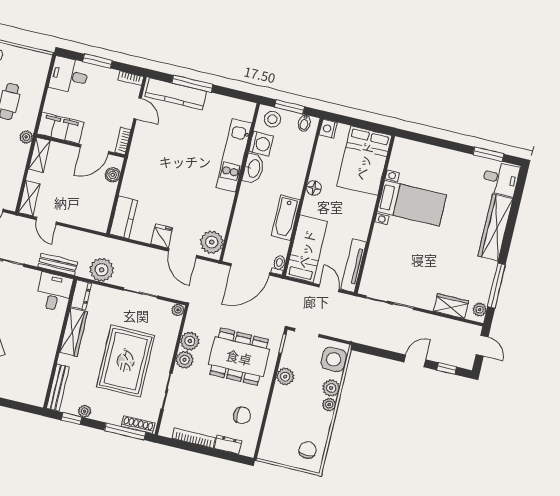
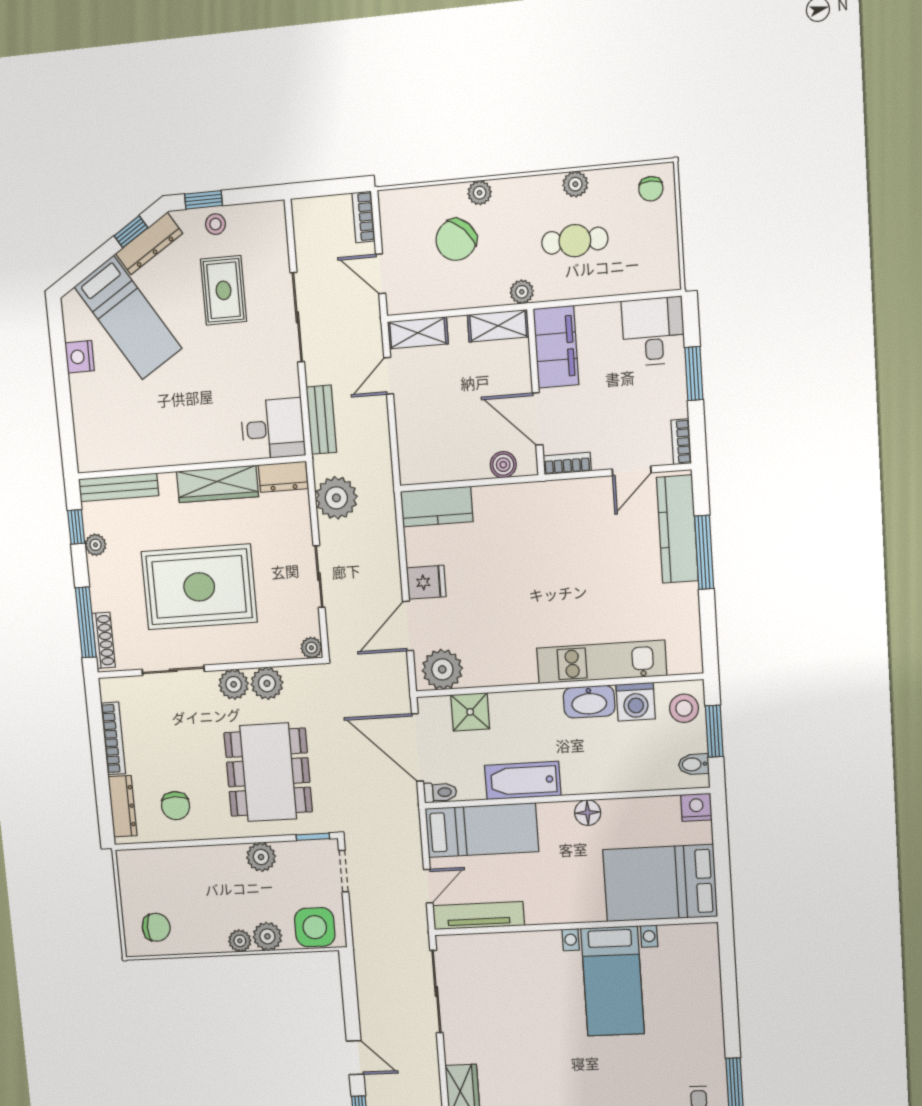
shower: (239, 234) -> (470, 712), added
dresser: (228, 445) -> (123, 806), width x1.44

